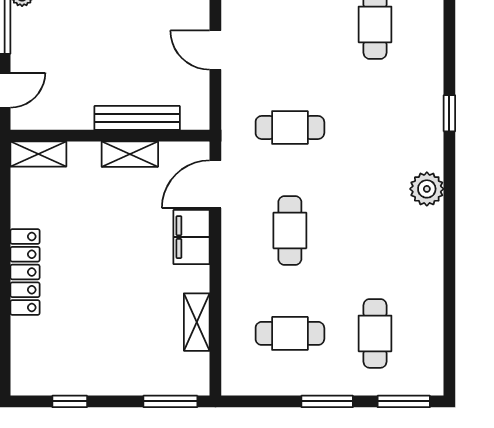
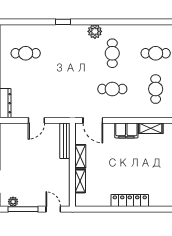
bench: (137, 118) -> (65, 141), moved
cafe table: (290, 127) -> (112, 53), moved
shelving: (38, 154) -> (80, 181), moved
filing cabinet: (192, 237) -> (126, 130), moved

